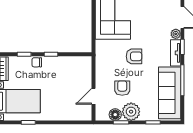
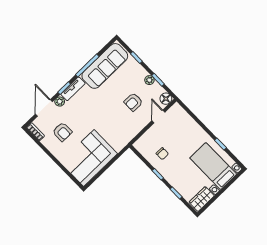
armchair: (134, 56) -> (62, 132), moved, turned 180
chair: (37, 62) -> (162, 154), moved
door: (93, 96) -> (158, 116), swing flipped
plant: (131, 112) -> (149, 80), width x0.53, depth x0.53
floor lamp: (115, 115) -> (166, 99), moved

